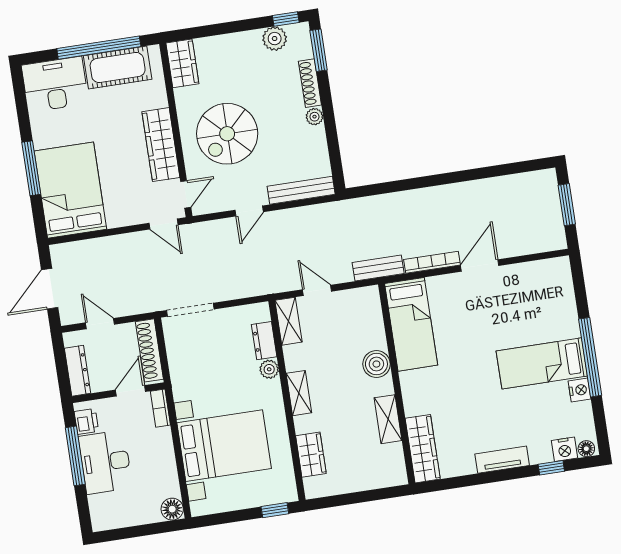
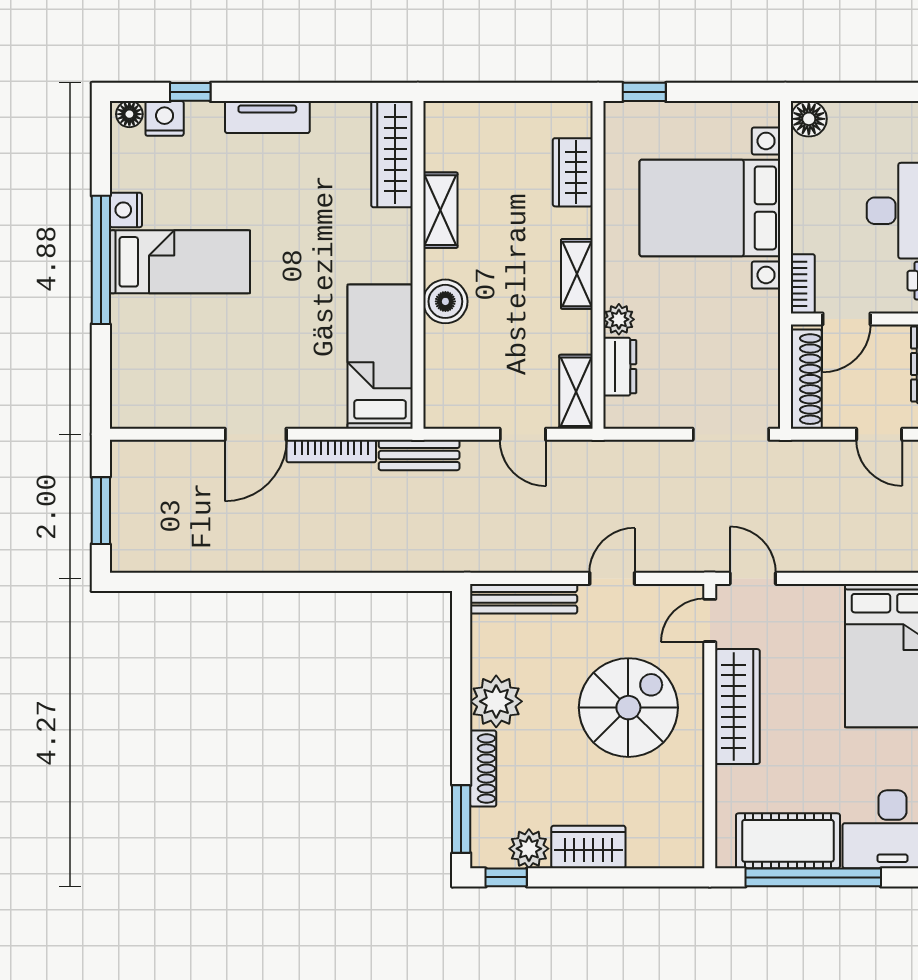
wardrobe: (182, 63) -> (588, 847), moved, turned 90
plant: (314, 117) -> (496, 701), width x1.87, depth x1.87

